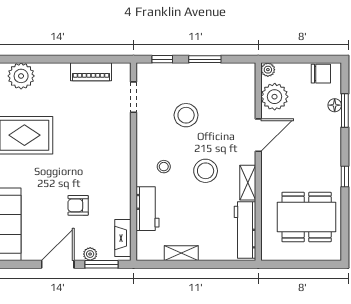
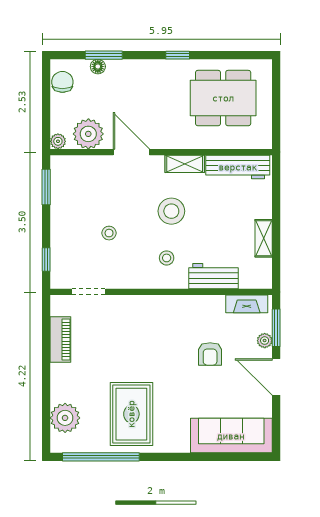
window: (205, 59) -> (46, 187), moved
stool: (186, 115) -> (109, 233), width x0.53, depth x0.53
dining table: (307, 217) -> (223, 98), turned 90

